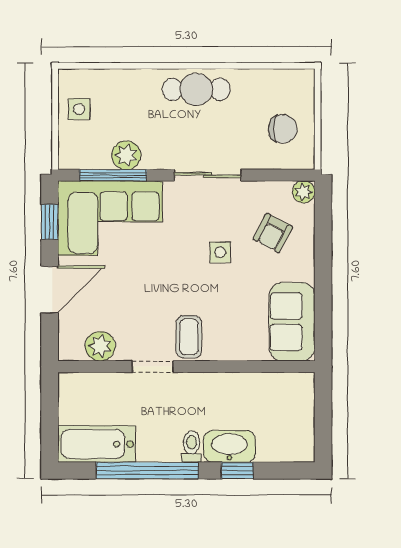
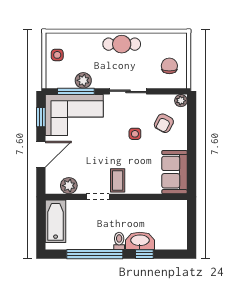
chair: (283, 129) -> (169, 66), turned -91
bathtub: (97, 444) -> (56, 221), moved, turned 90

